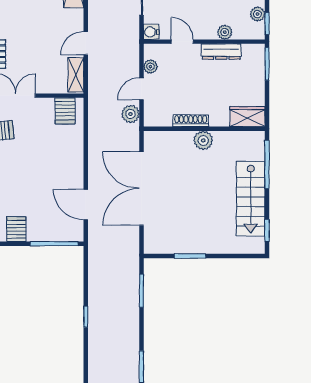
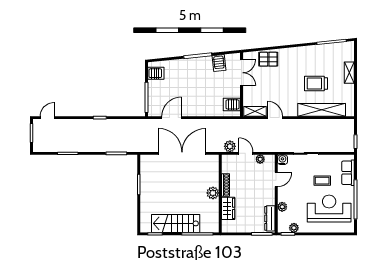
dresser: (221, 52) -> (270, 218), moved
wardrobe: (247, 117) -> (228, 208), moved

